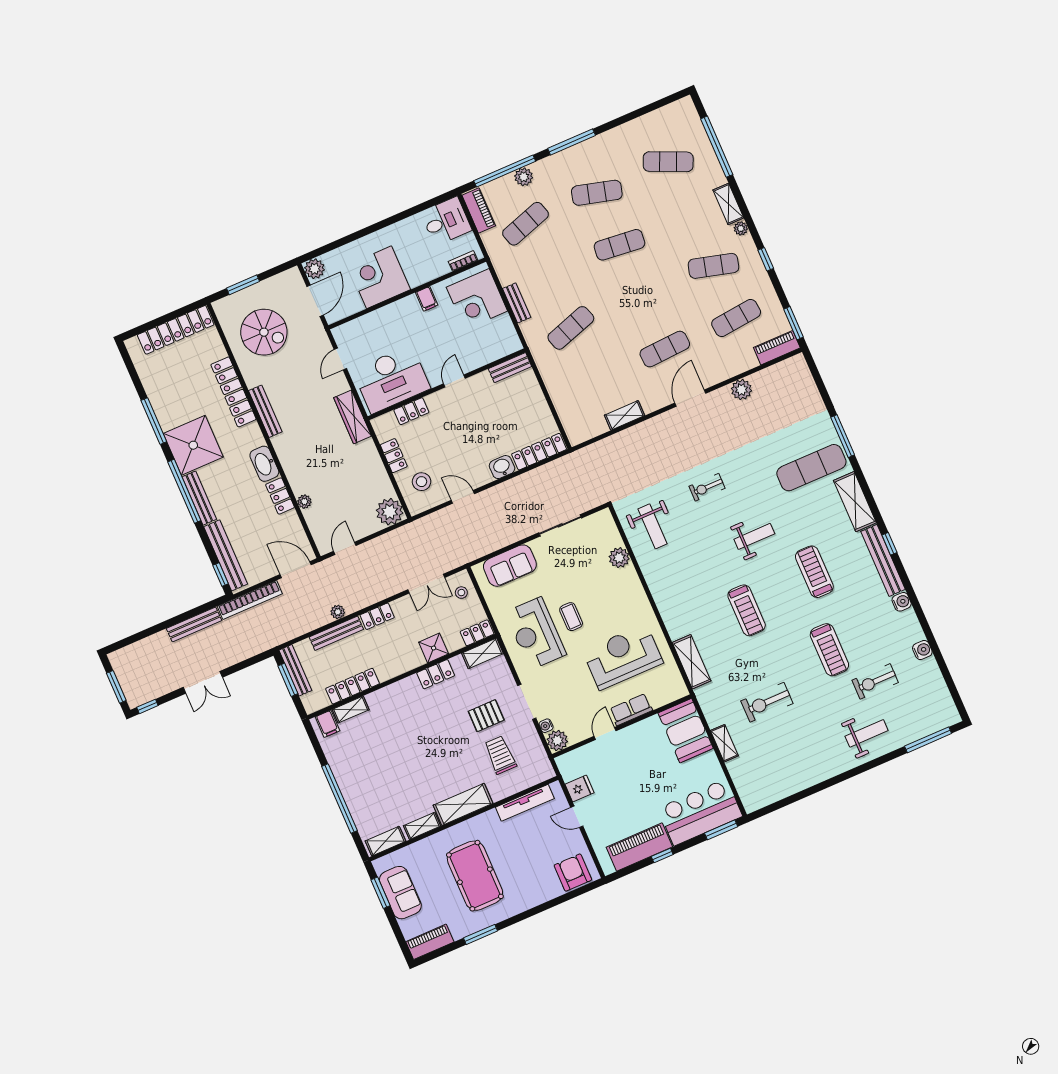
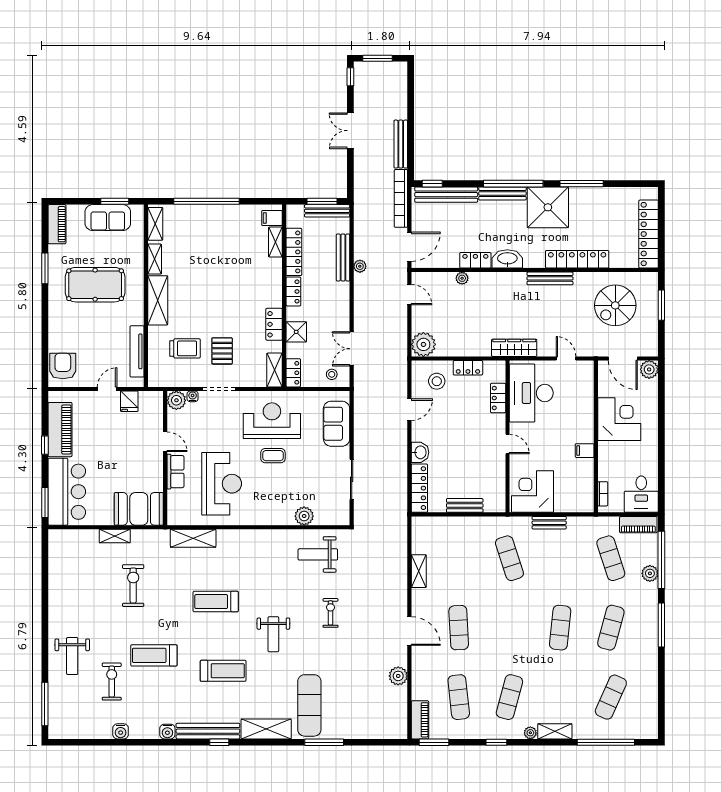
corner desk: (477, 299) -> (533, 492), moved
bench: (510, 368) -> (465, 505), moved, turned 90
locker: (377, 616) -> (293, 291), moved, turned 180
armchair: (573, 873) -> (63, 366), turned -90

